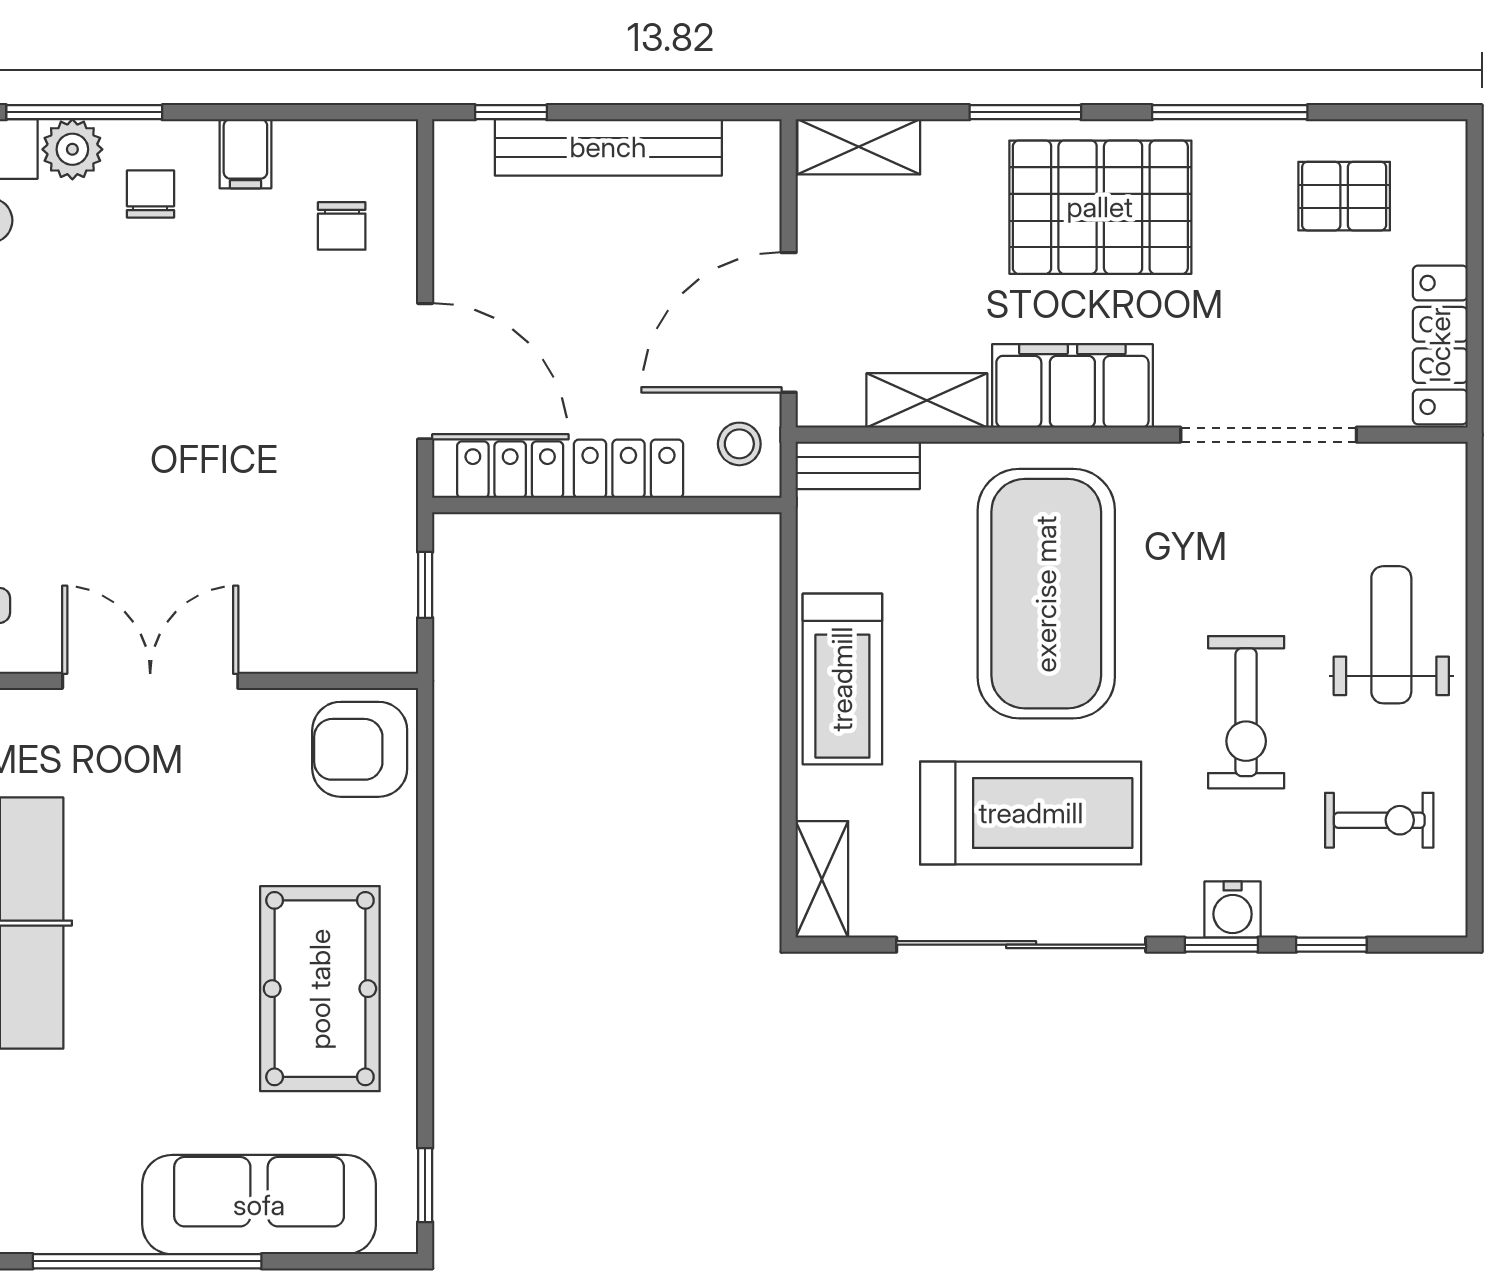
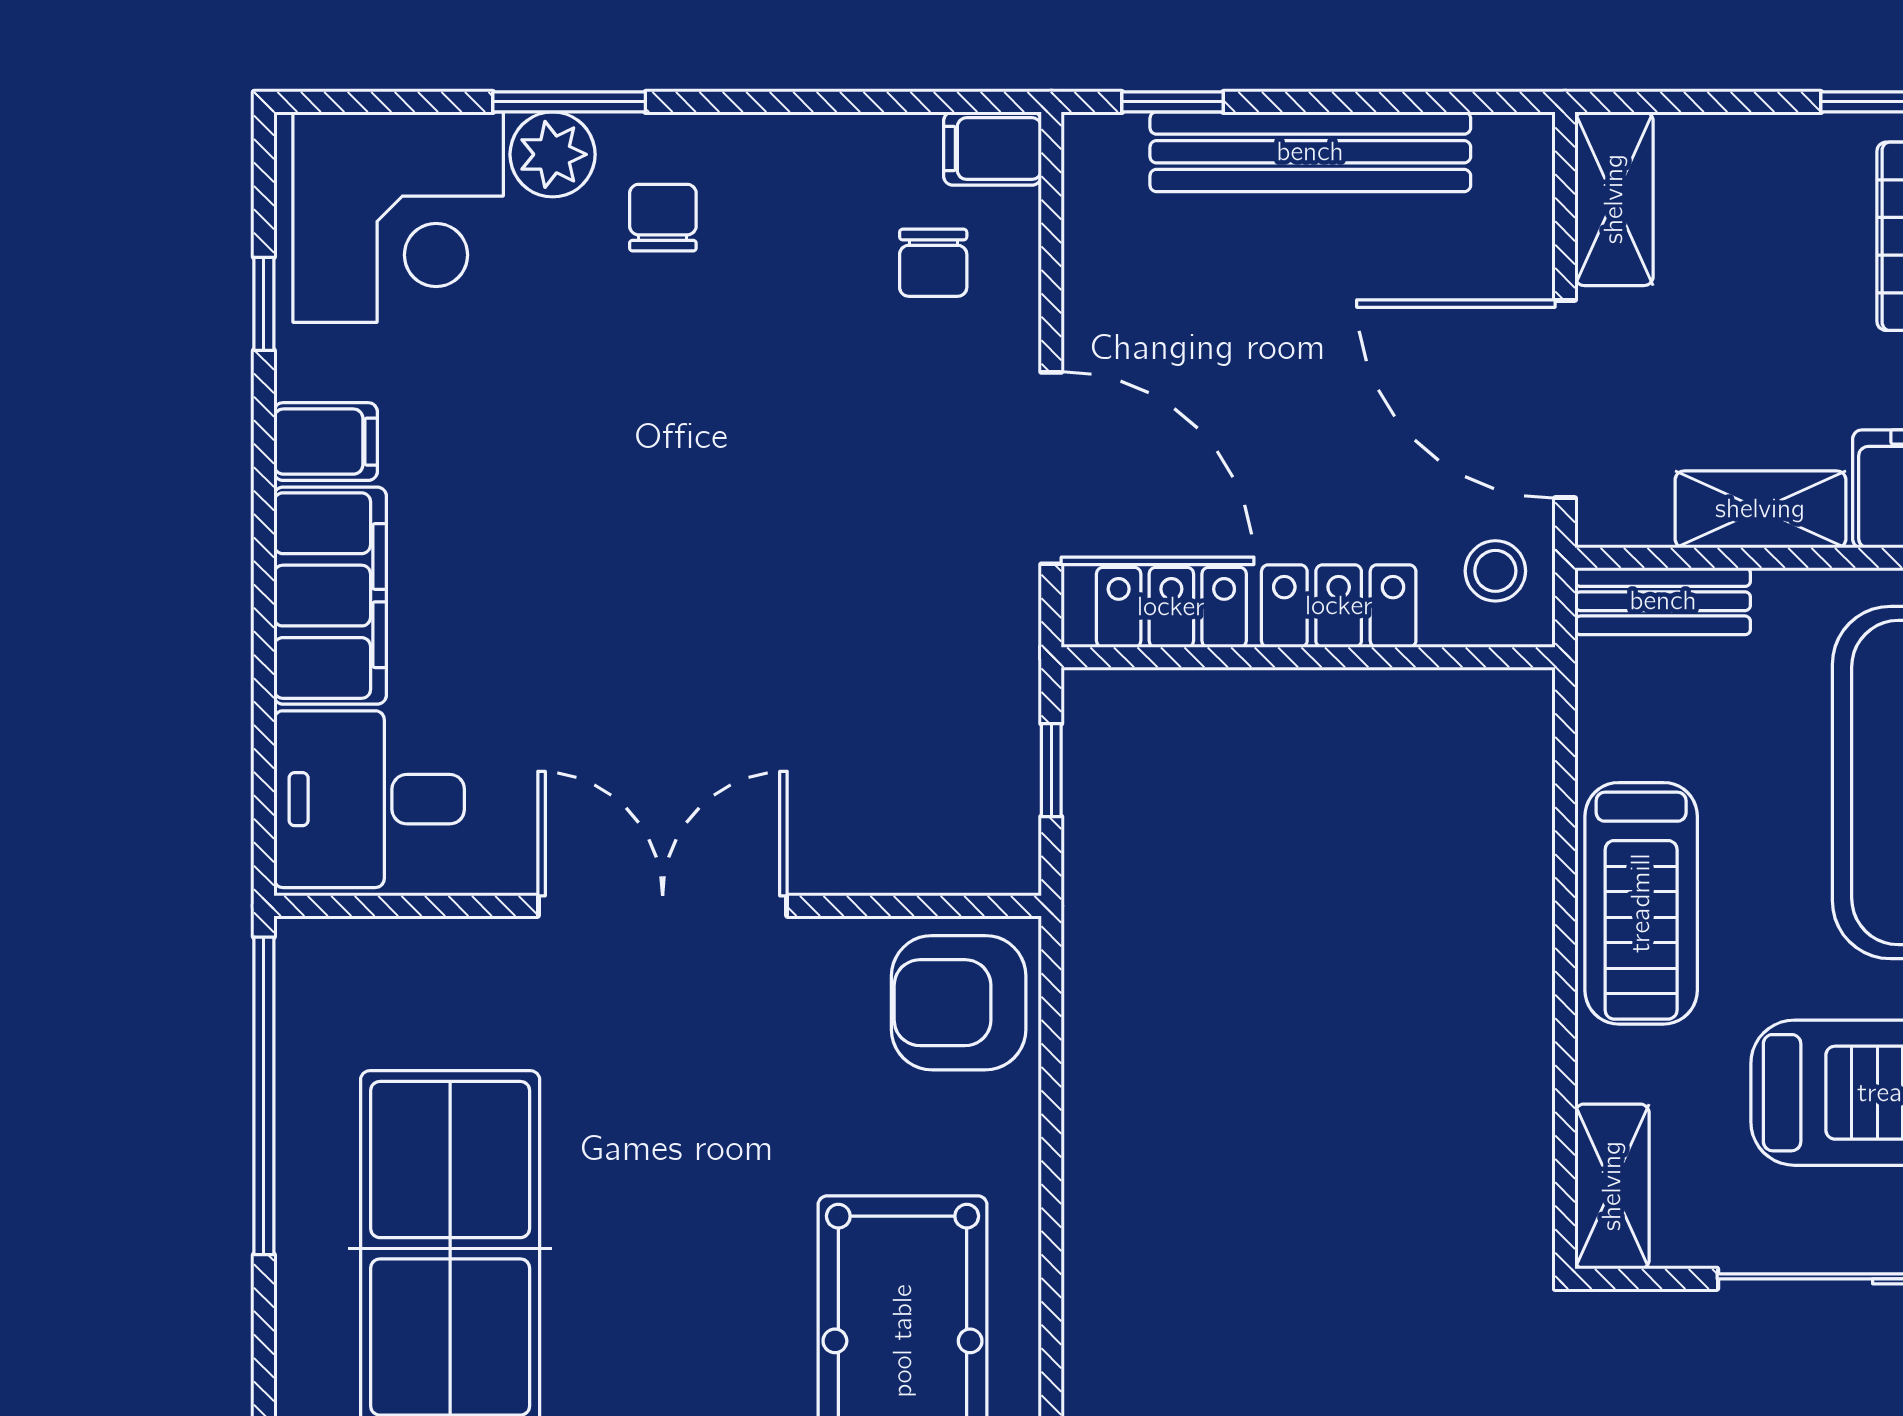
window: (84, 112) -> (569, 102), width x0.69
shelving: (859, 147) -> (1614, 199), moved, turned 90
filing cabinet: (245, 154) -> (992, 149), moved, turned 90
door: (789, 322) -> (1565, 399), hinge flipped

